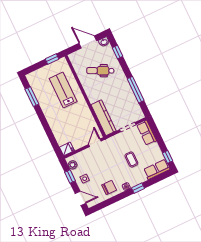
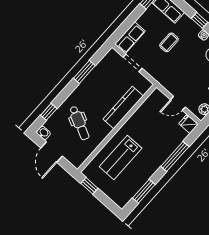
window: (136, 90) -> (84, 72), width x0.69
kitchen counter: (104, 118) -> (123, 107), moved
window: (47, 129) -> (175, 156), added
door: (95, 143) -> (178, 103), moved

